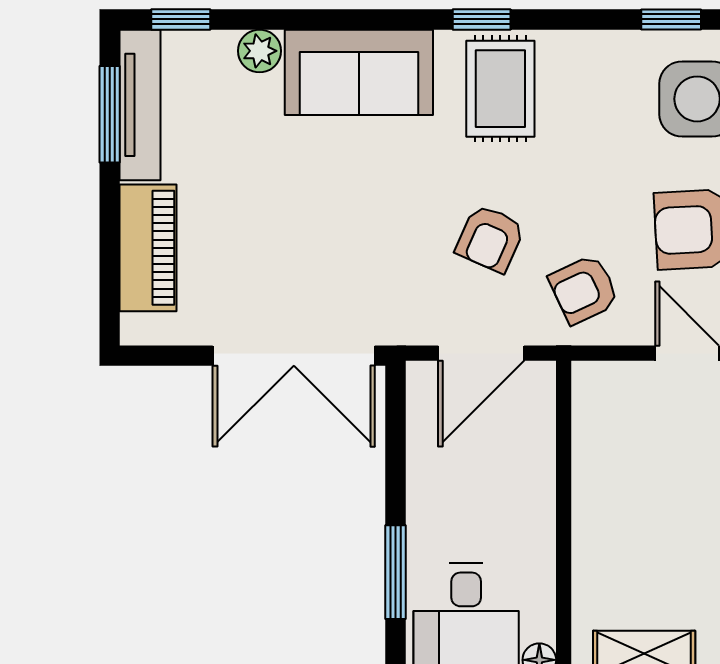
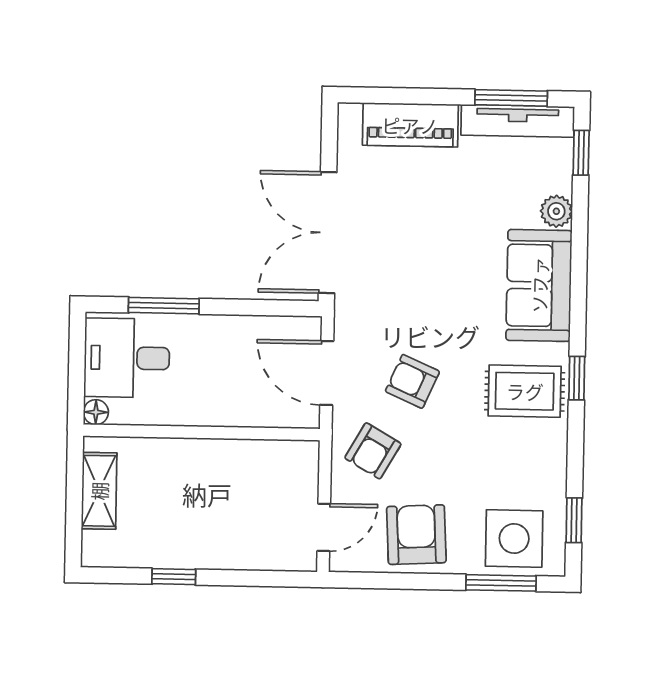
armchair: (584, 290) -> (373, 451), turned -125

